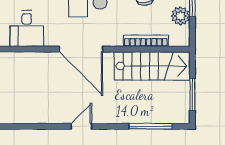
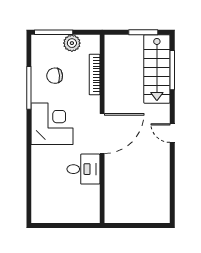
desk: (27, 29) -> (83, 169), moved
stairs: (152, 66) -> (157, 69), moved, turned 180

